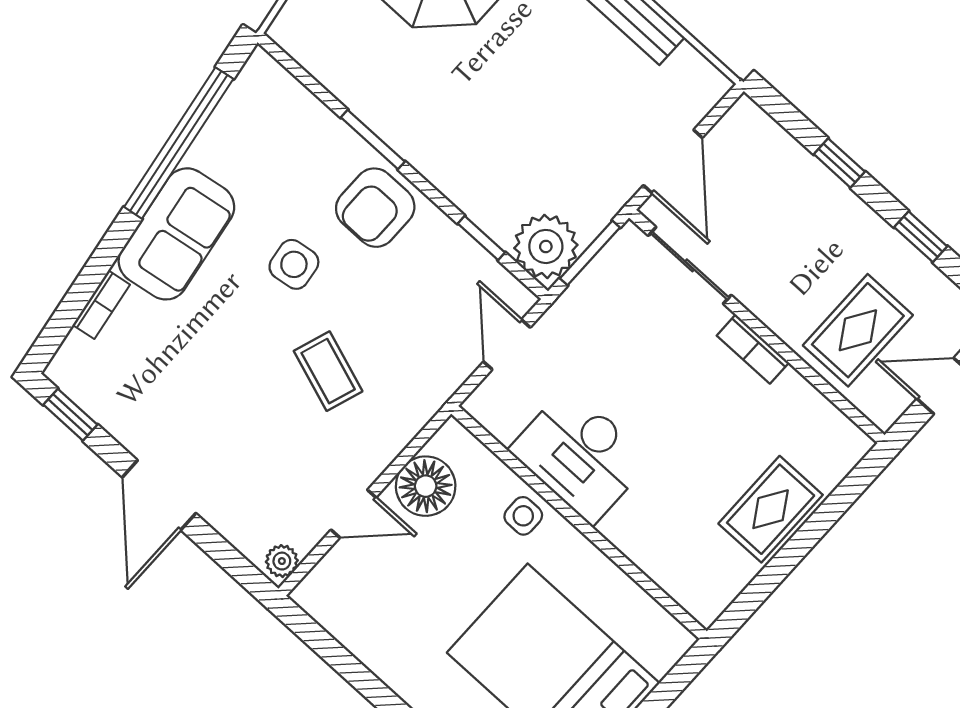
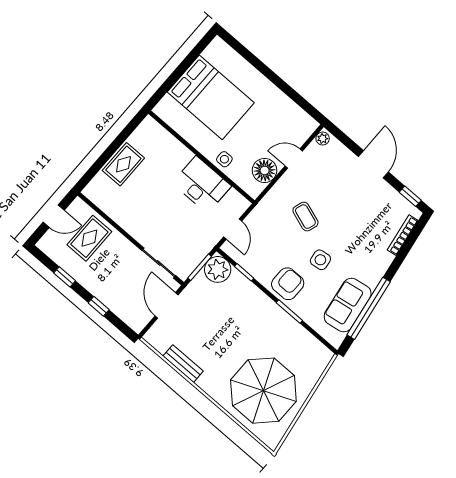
sofa: (176, 234) -> (348, 305), moved
bookcase: (101, 305) -> (403, 235), width x1.56
bookcase: (753, 349) -> (132, 229), removed

